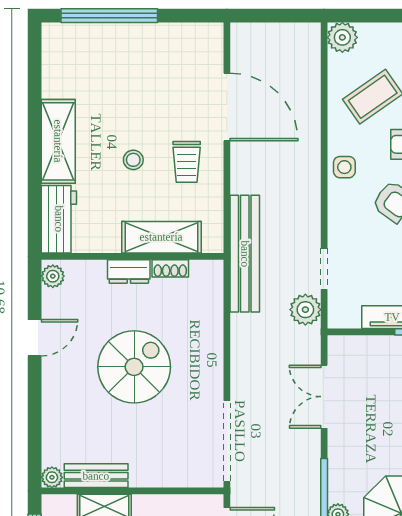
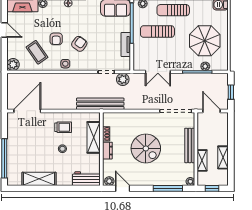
door: (227, 107) -> (27, 111), moved
shelving: (58, 141) -> (39, 179), moved
door: (35, 338) -> (123, 188), moved
spiral stairs: (134, 367) -> (146, 148), turned 180
window: (35, 421) -> (168, 188), added
bench: (96, 476) -> (190, 145), moved, width x1.36

